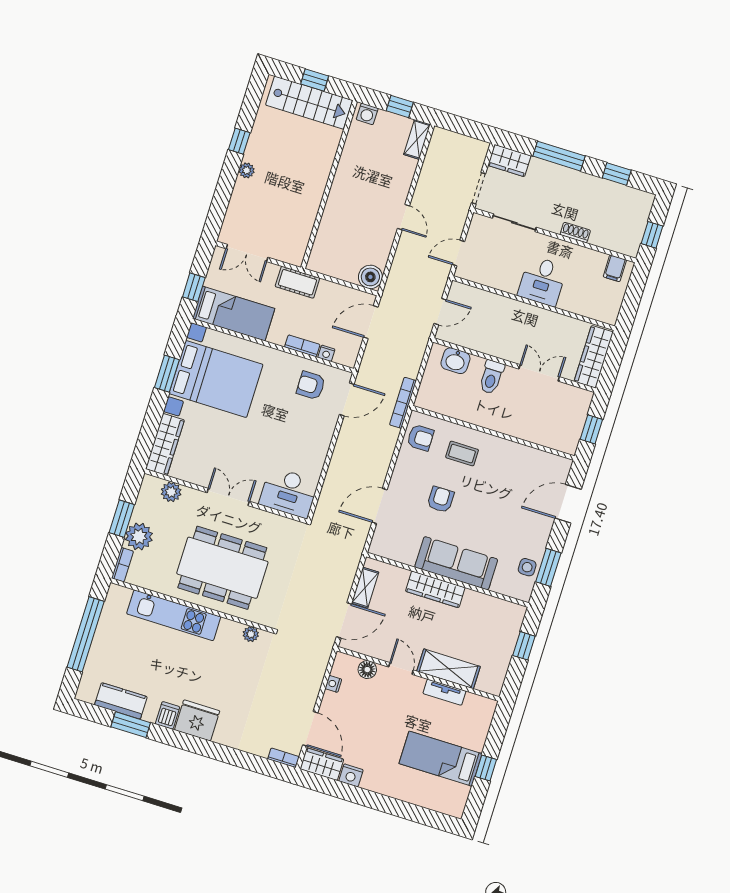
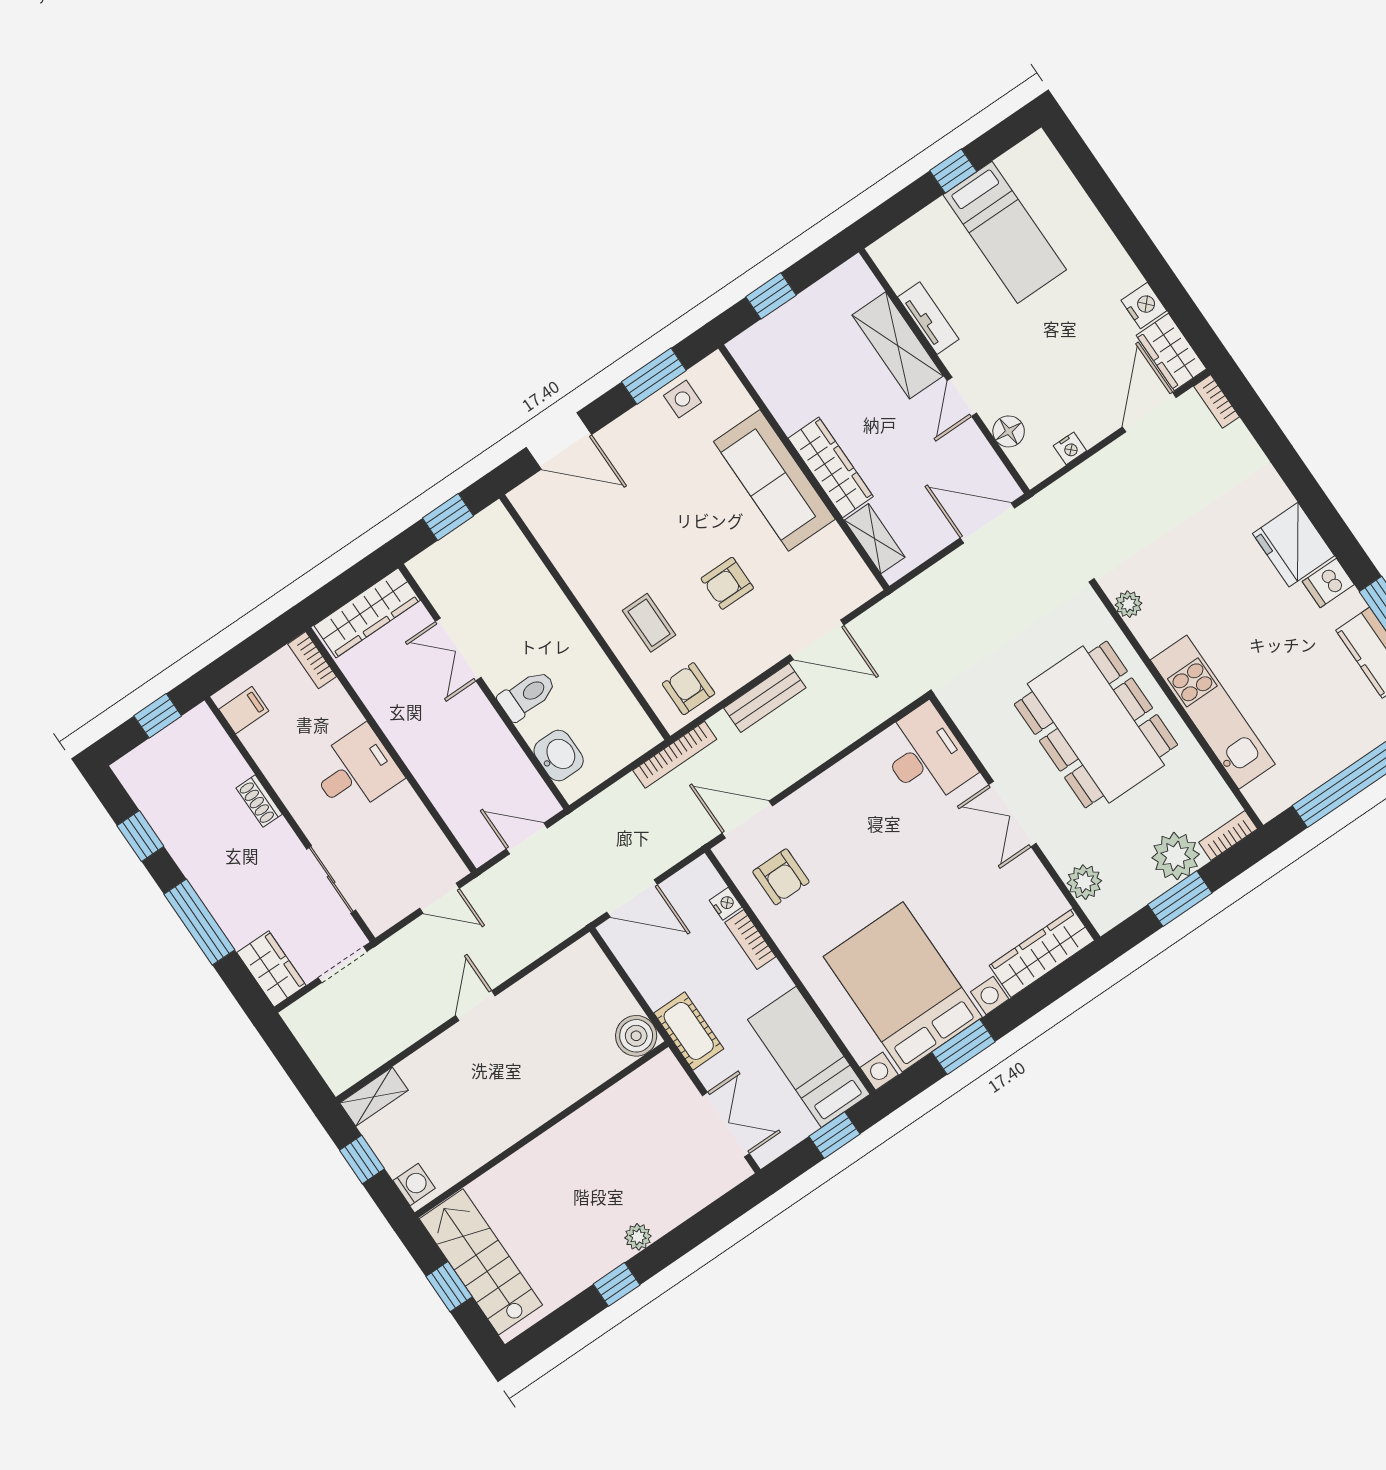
boiler: (370, 277) -> (636, 1036), moved
bookcase: (602, 316) -> (312, 660), added
bench: (382, 461) -> (765, 698), added
shelving: (365, 588) -> (875, 539), moved, turned 90

